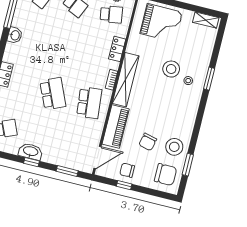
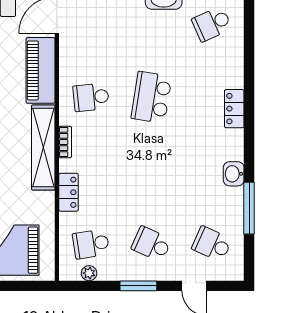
school desk: (53, 94) -> (151, 97), turned 33
school desk: (89, 103) -> (91, 97), width x0.54

